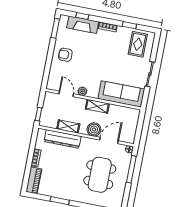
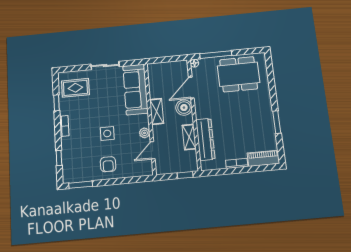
fireplace: (83, 25) -> (69, 155), removed
side table: (91, 61) -> (107, 133), added
door: (109, 140) -> (191, 88), hinge flipped
dining table: (100, 175) -> (239, 74), moved

